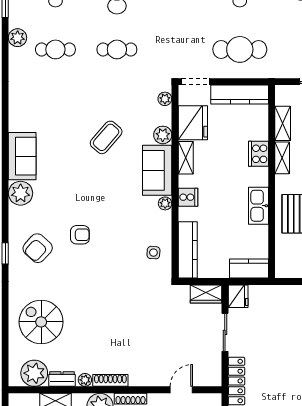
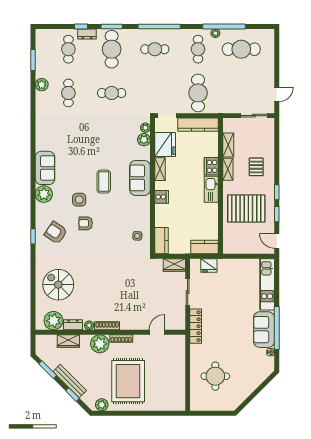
cafe table: (55, 49) -> (68, 93), turned 90
cafe table: (240, 49) -> (198, 93), turned 90
plant: (163, 135) -> (144, 140), moved
coffee table: (106, 137) -> (104, 182), moved, turned -41
side table: (71, 201) -> (79, 200), added
plant: (165, 203) -> (145, 201), removed
kitchen sink: (258, 206) -> (211, 189), moved
armchair: (80, 235) -> (86, 223), turned 180
armchair: (38, 248) -> (56, 233), turned 82
kitchen counter: (188, 250) -> (161, 241), width x0.67
fridge: (238, 296) -> (209, 265), moved, turned 90

